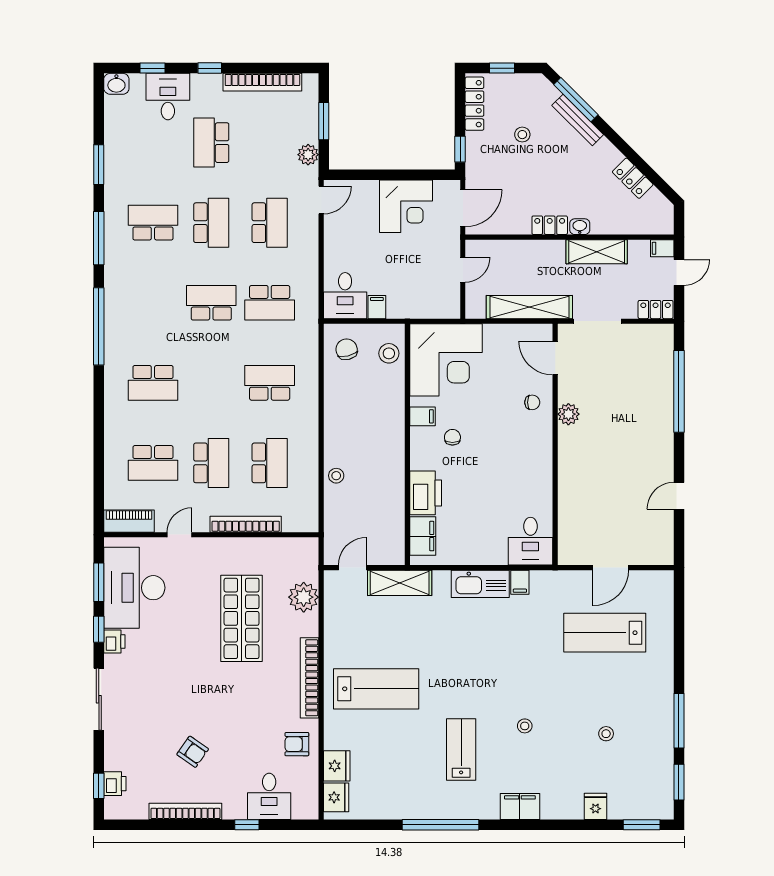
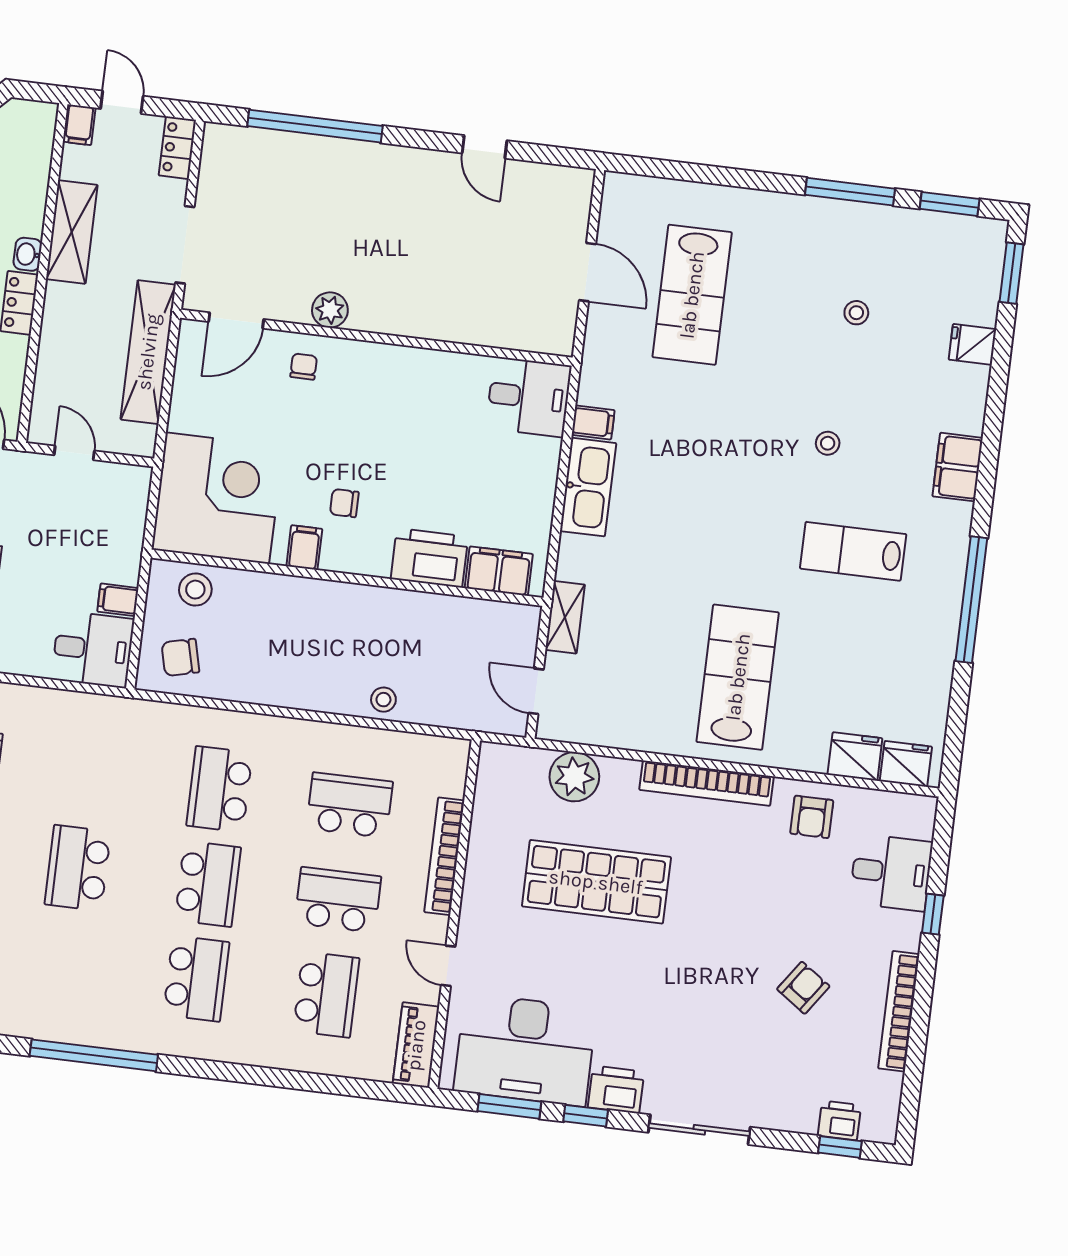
school desk: (270, 303) -> (208, 884), moved
shelving: (400, 583) -> (565, 617), width x0.67, depth x0.75
printer: (114, 642) -> (616, 1089), width x1.36, depth x1.24

